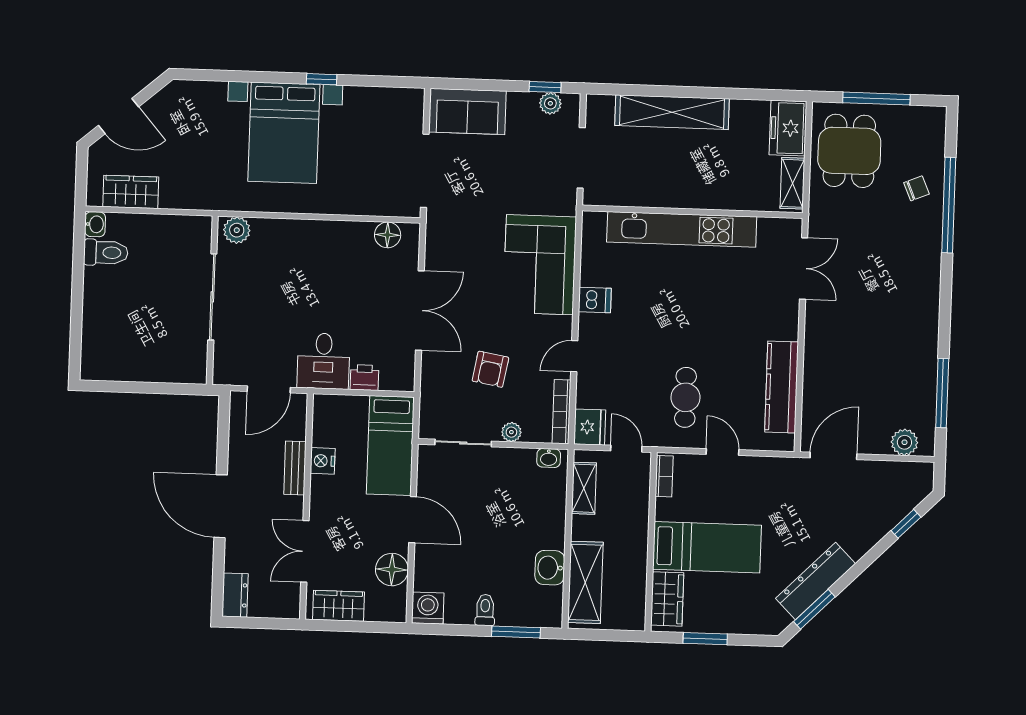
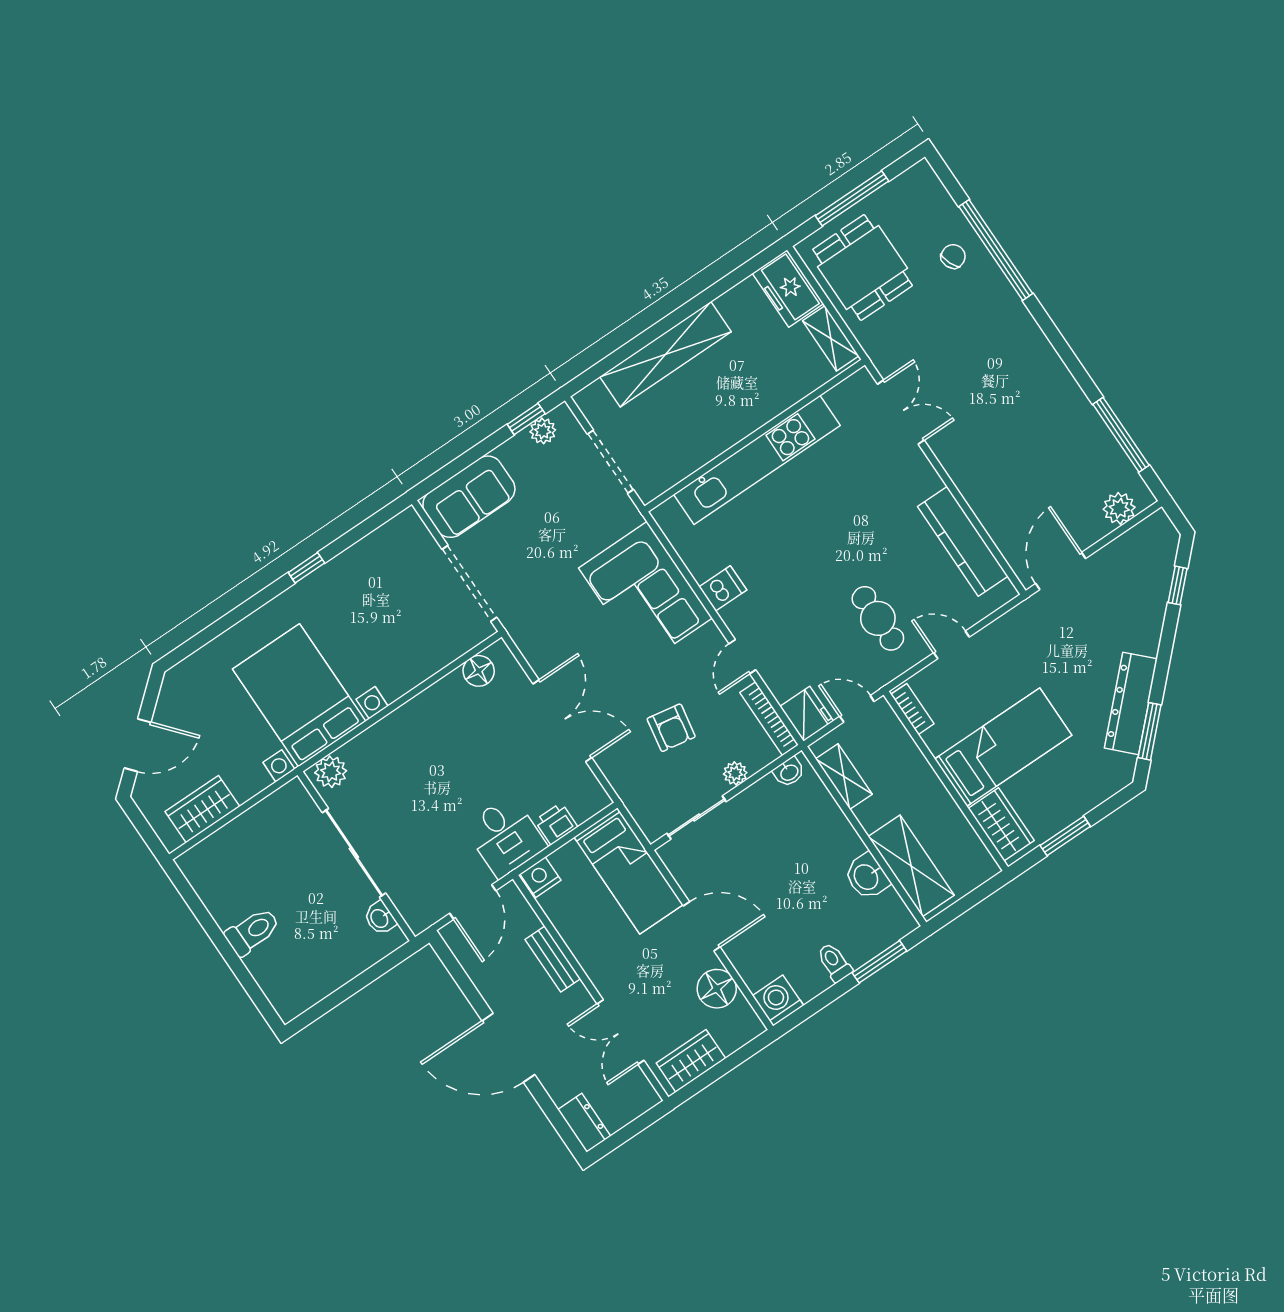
bed with nightstands: (284, 133) -> (299, 695), moved, turned 180
washbasin: (95, 224) -> (380, 918), moved, turned 180
toilet: (106, 253) -> (252, 932), moved
nightstand: (323, 461) -> (540, 877), moved, turned 90

